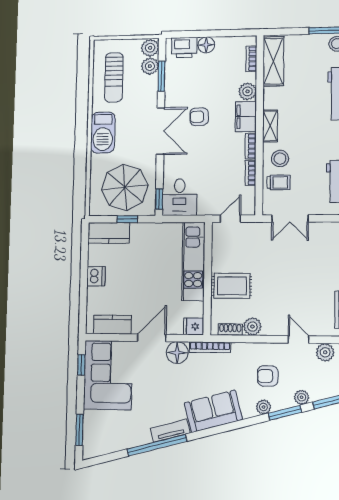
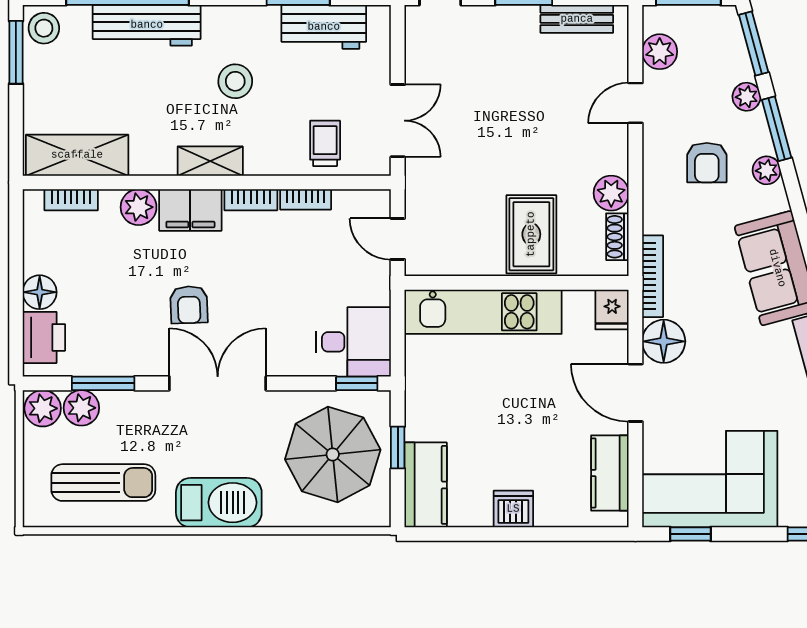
stool: (280, 159) -> (235, 81), moved

